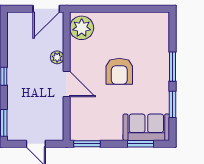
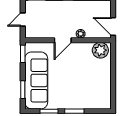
armchair: (119, 71) -> (71, 75), removed
sofa: (146, 127) -> (36, 80), width x1.85, depth x1.27

